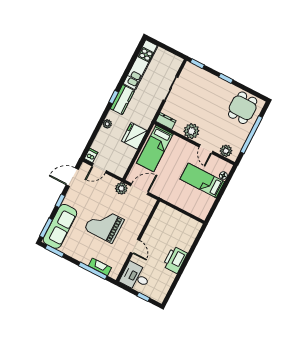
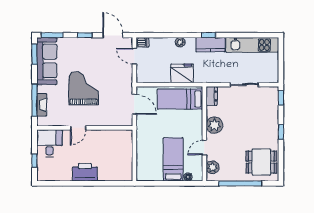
plant: (121, 188) -> (126, 87), removed
sofa: (60, 226) -> (47, 61), moved, turned -90

